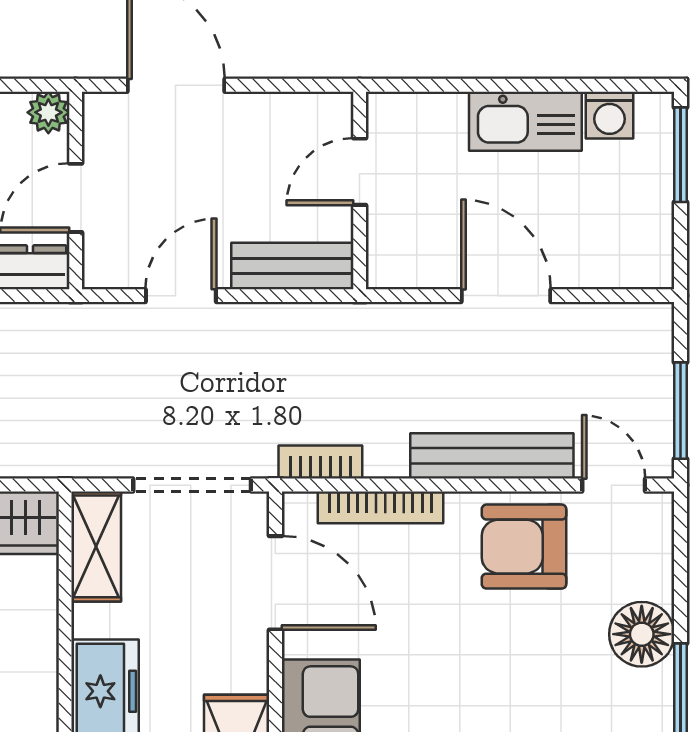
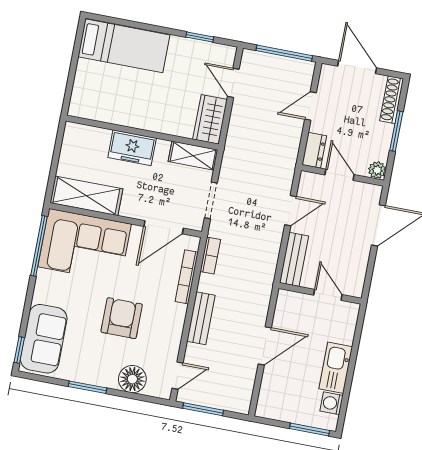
door: (181, 296) -> (291, 211), hinge flipped
bench: (492, 456) -> (201, 318), width x0.73
doorway: (192, 485) -> (211, 200), width x0.73
armchair: (524, 547) -> (122, 318), moved
floor lamp: (642, 634) -> (132, 379), moved

